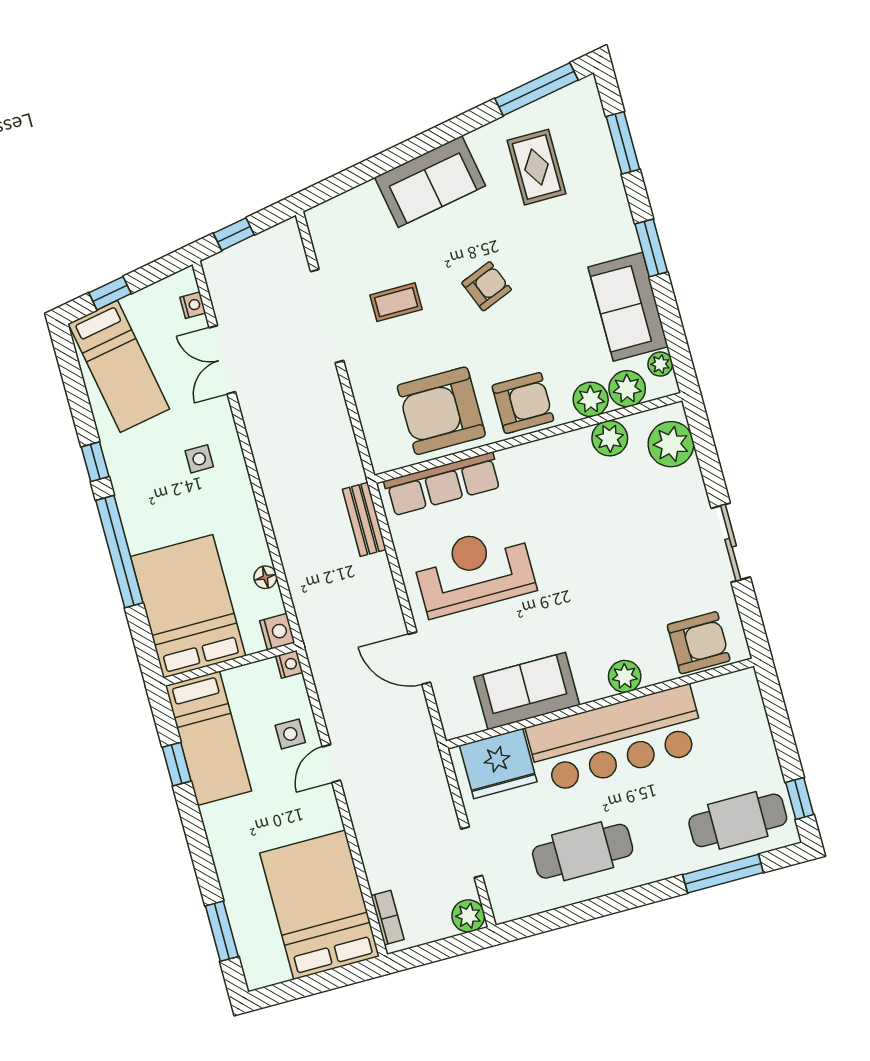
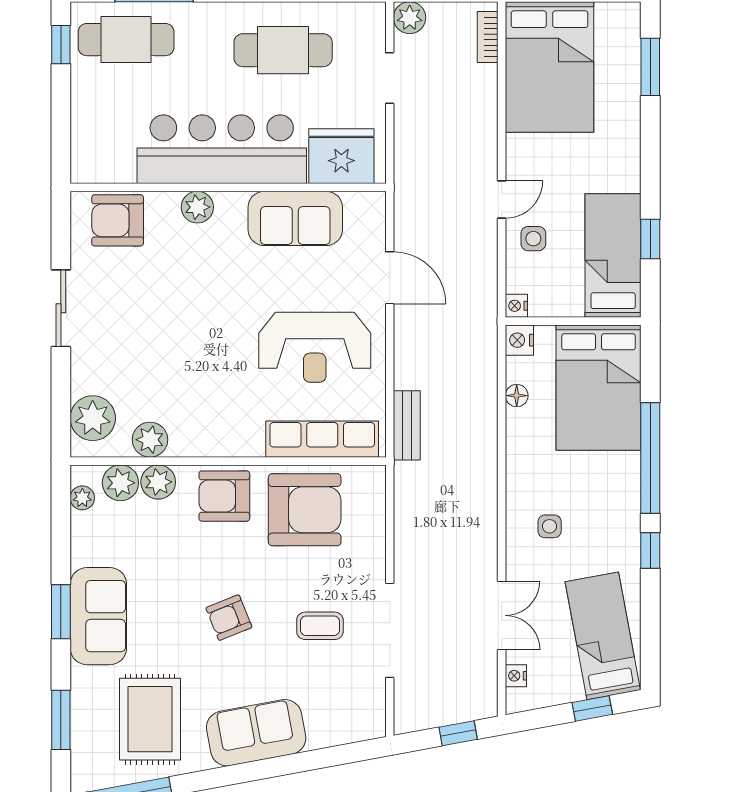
rug: (536, 167) -> (150, 719), width x1.36, depth x1.43
sofa: (628, 307) -> (98, 616), moved

